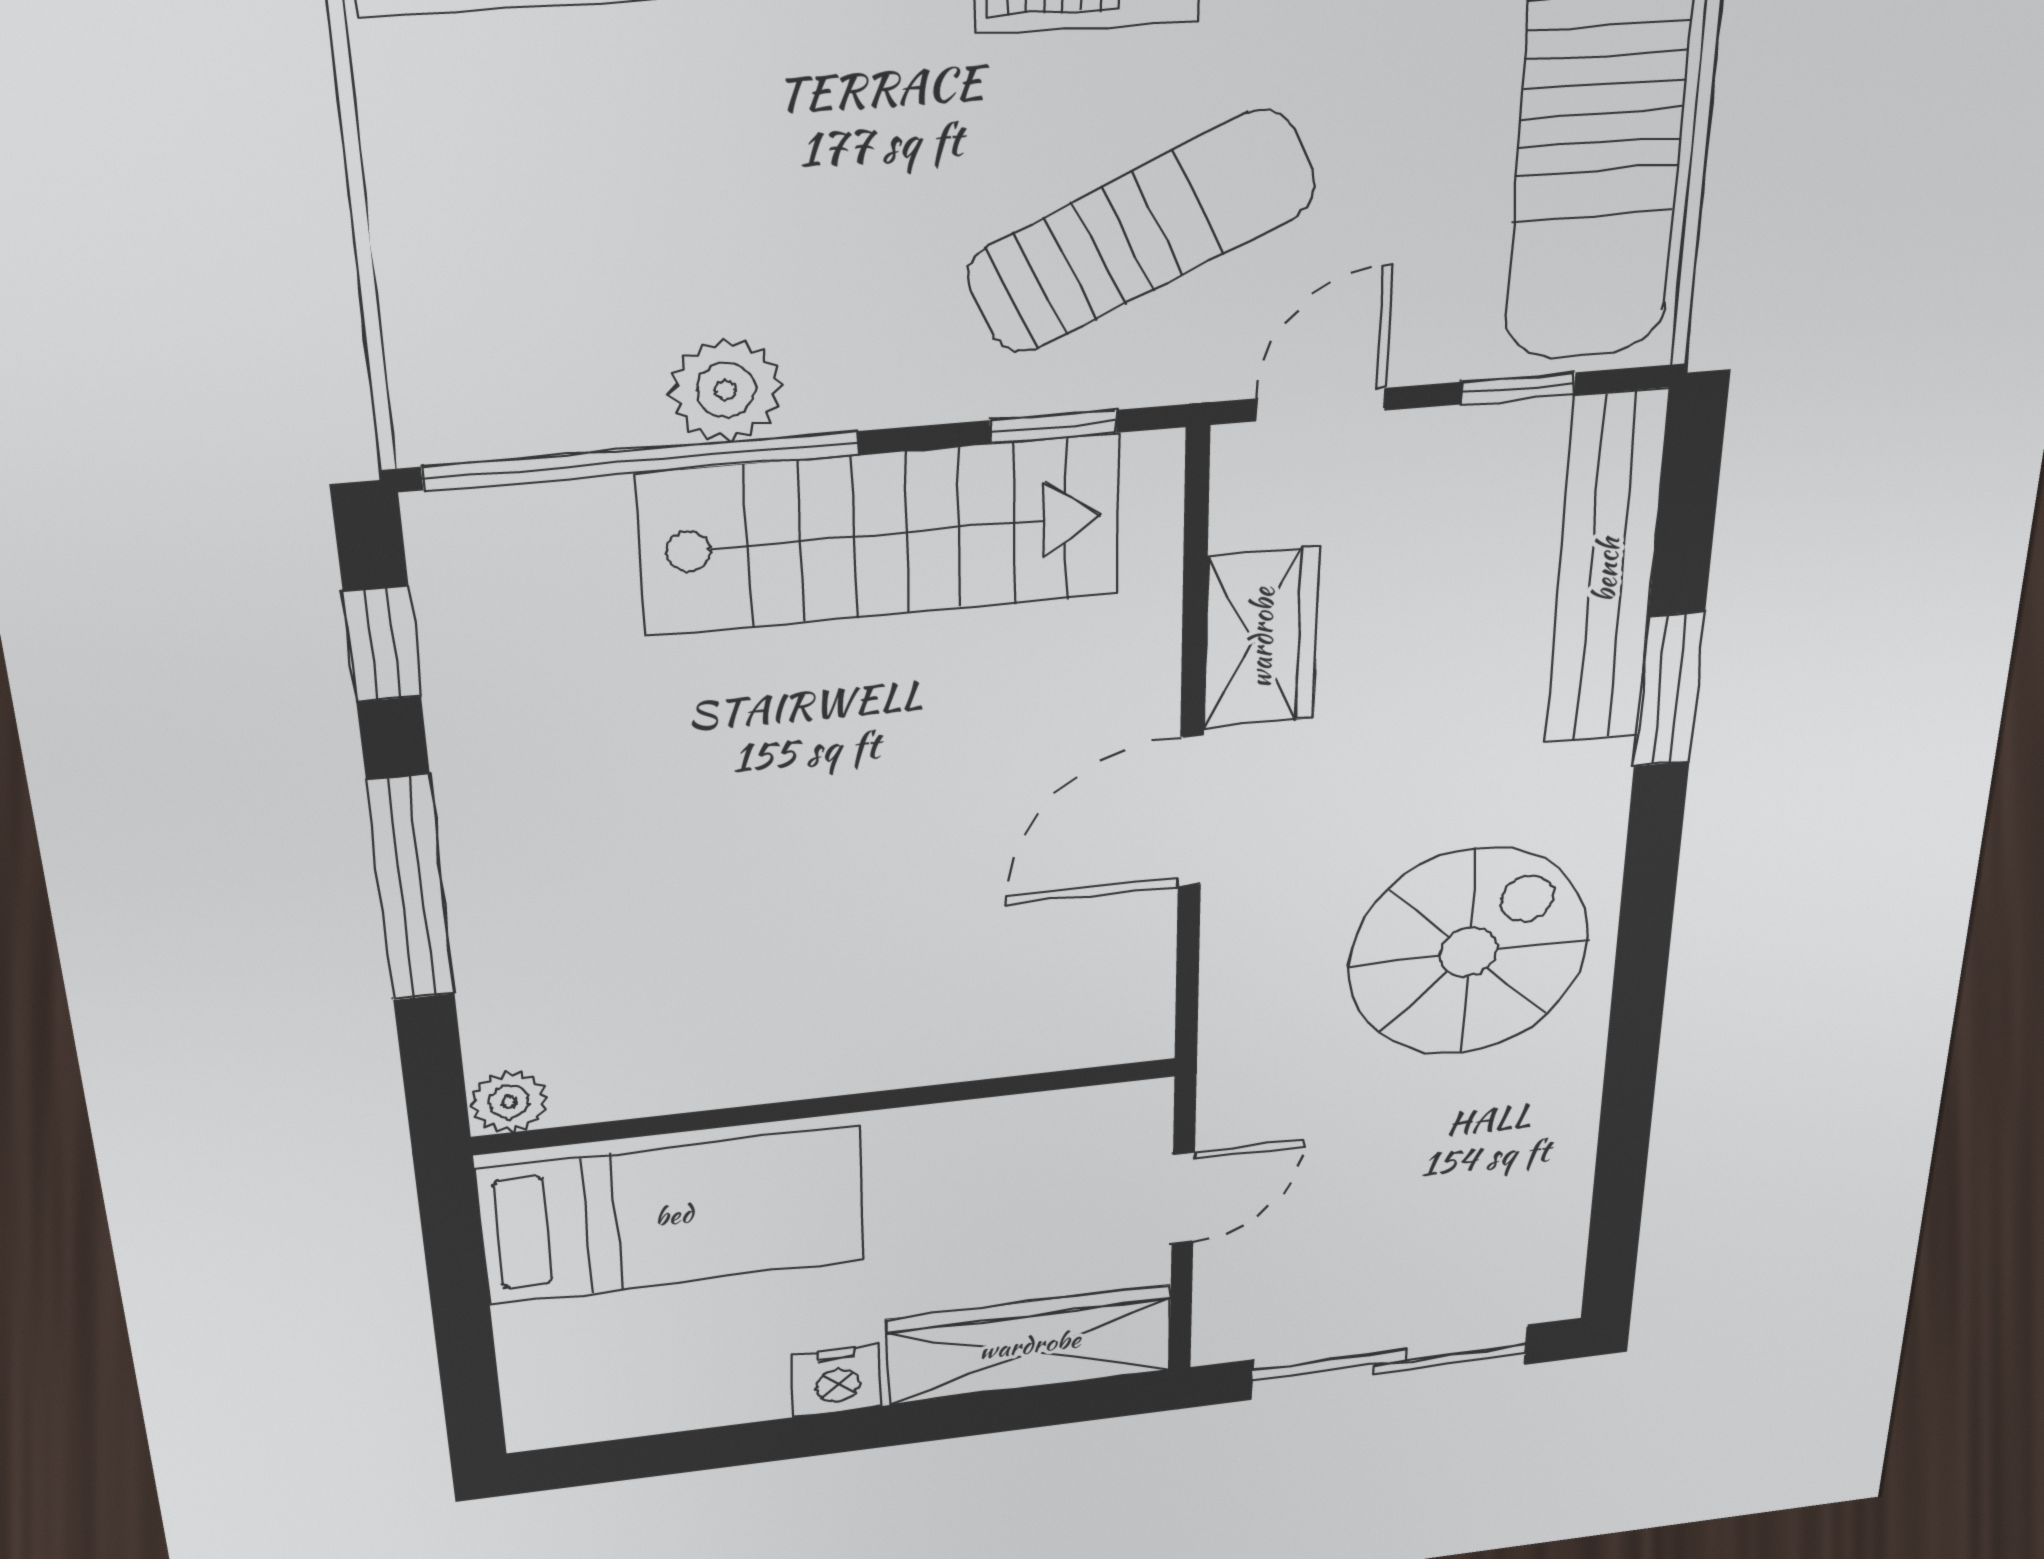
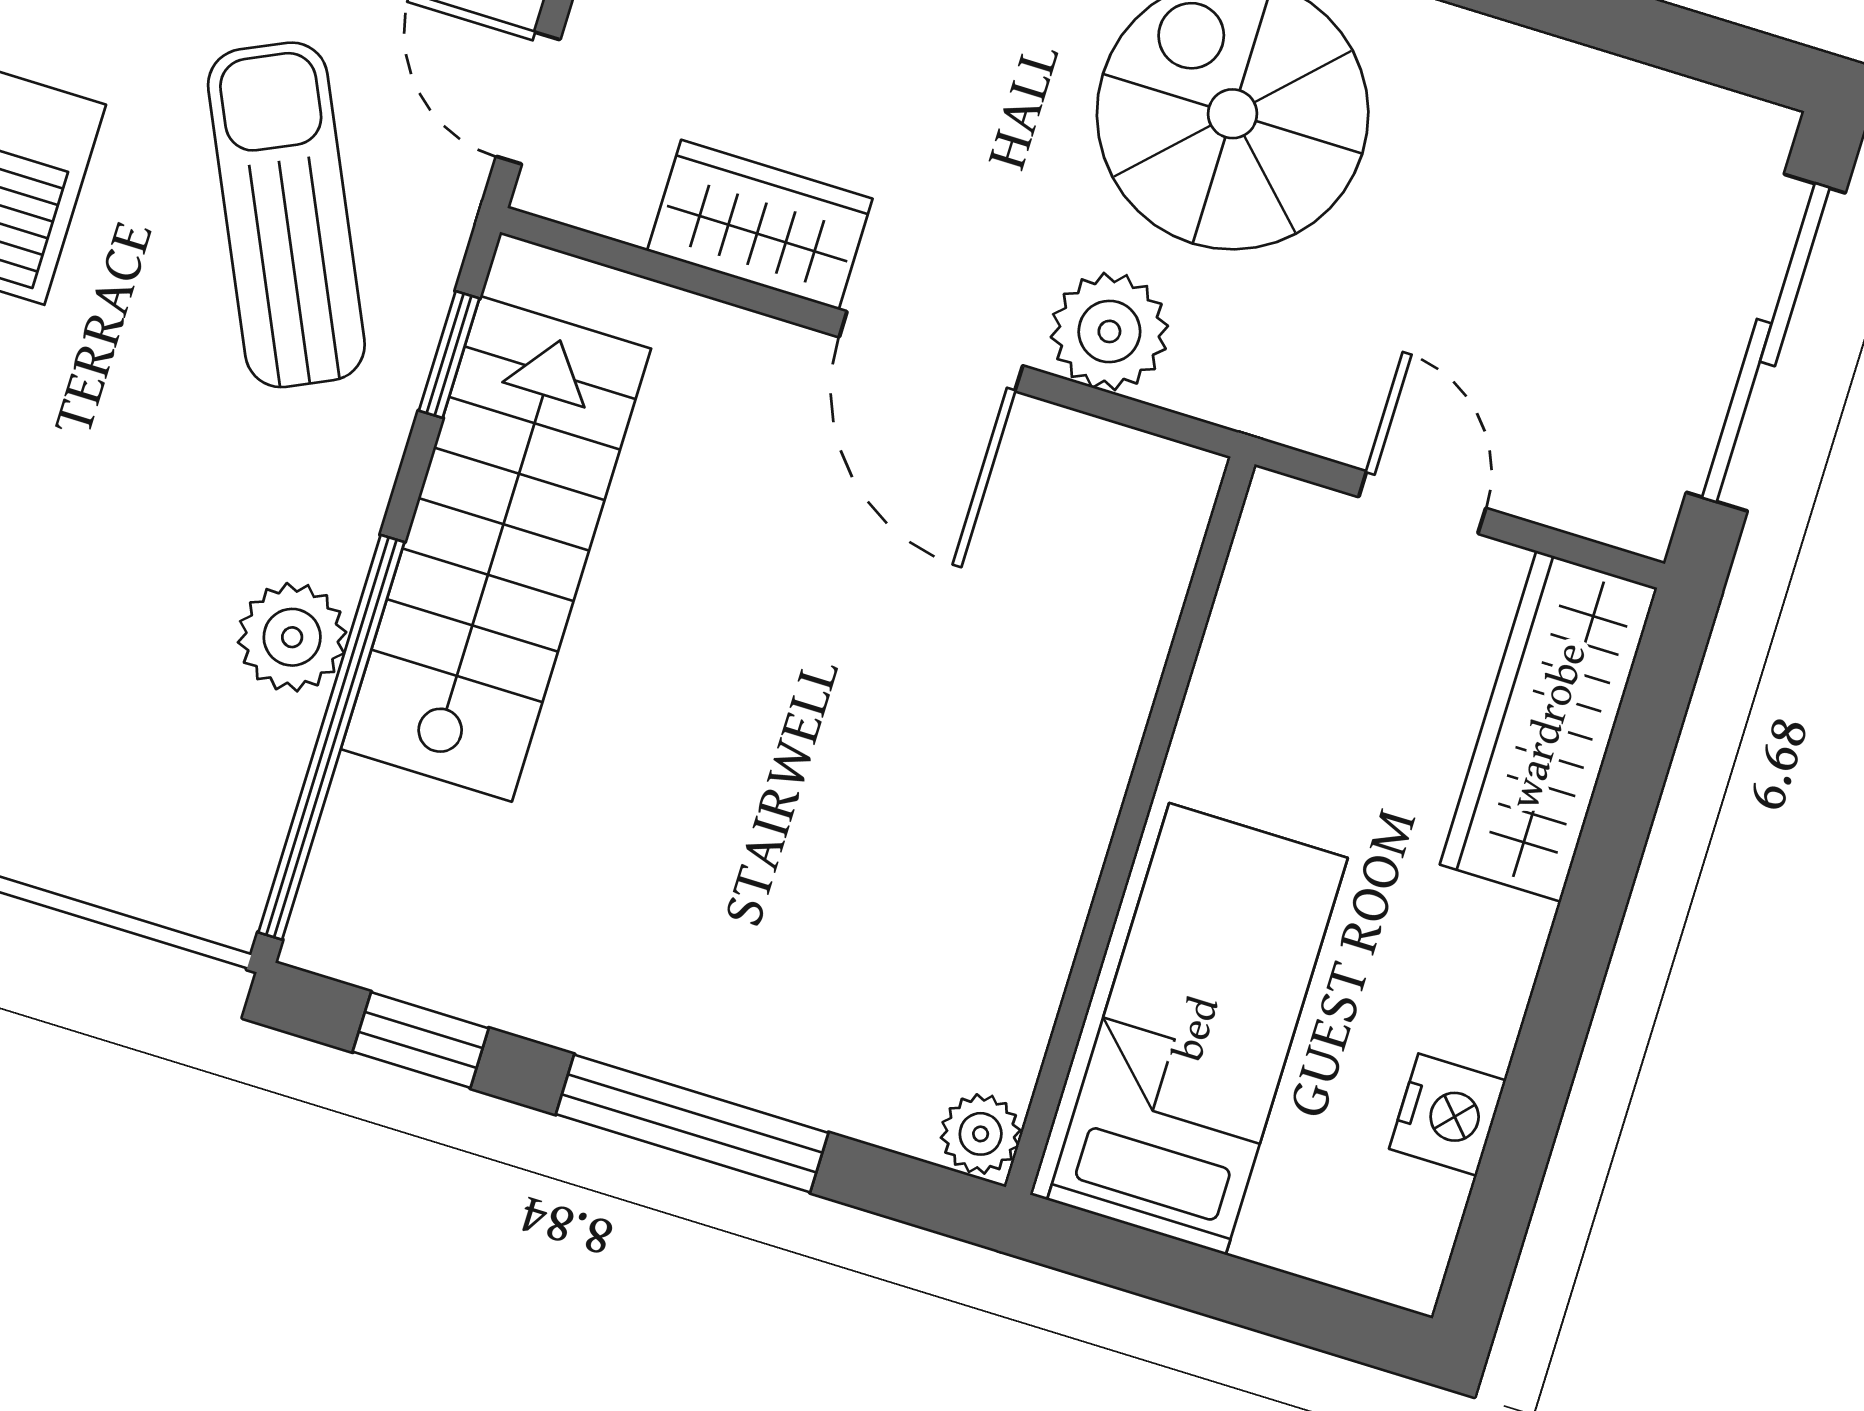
plant: (1253, 935) -> (1109, 331), added
nightstand: (838, 1381) -> (1448, 1115), moved

